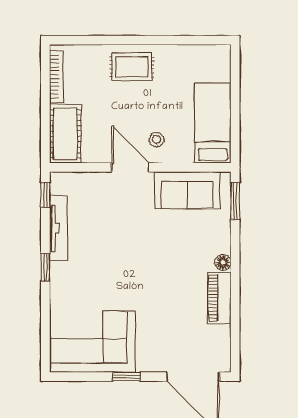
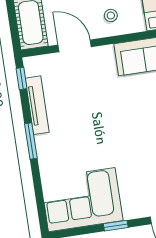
door: (130, 167) -> (75, 46), moved
window: (45, 267) -> (31, 141), width x1.50

